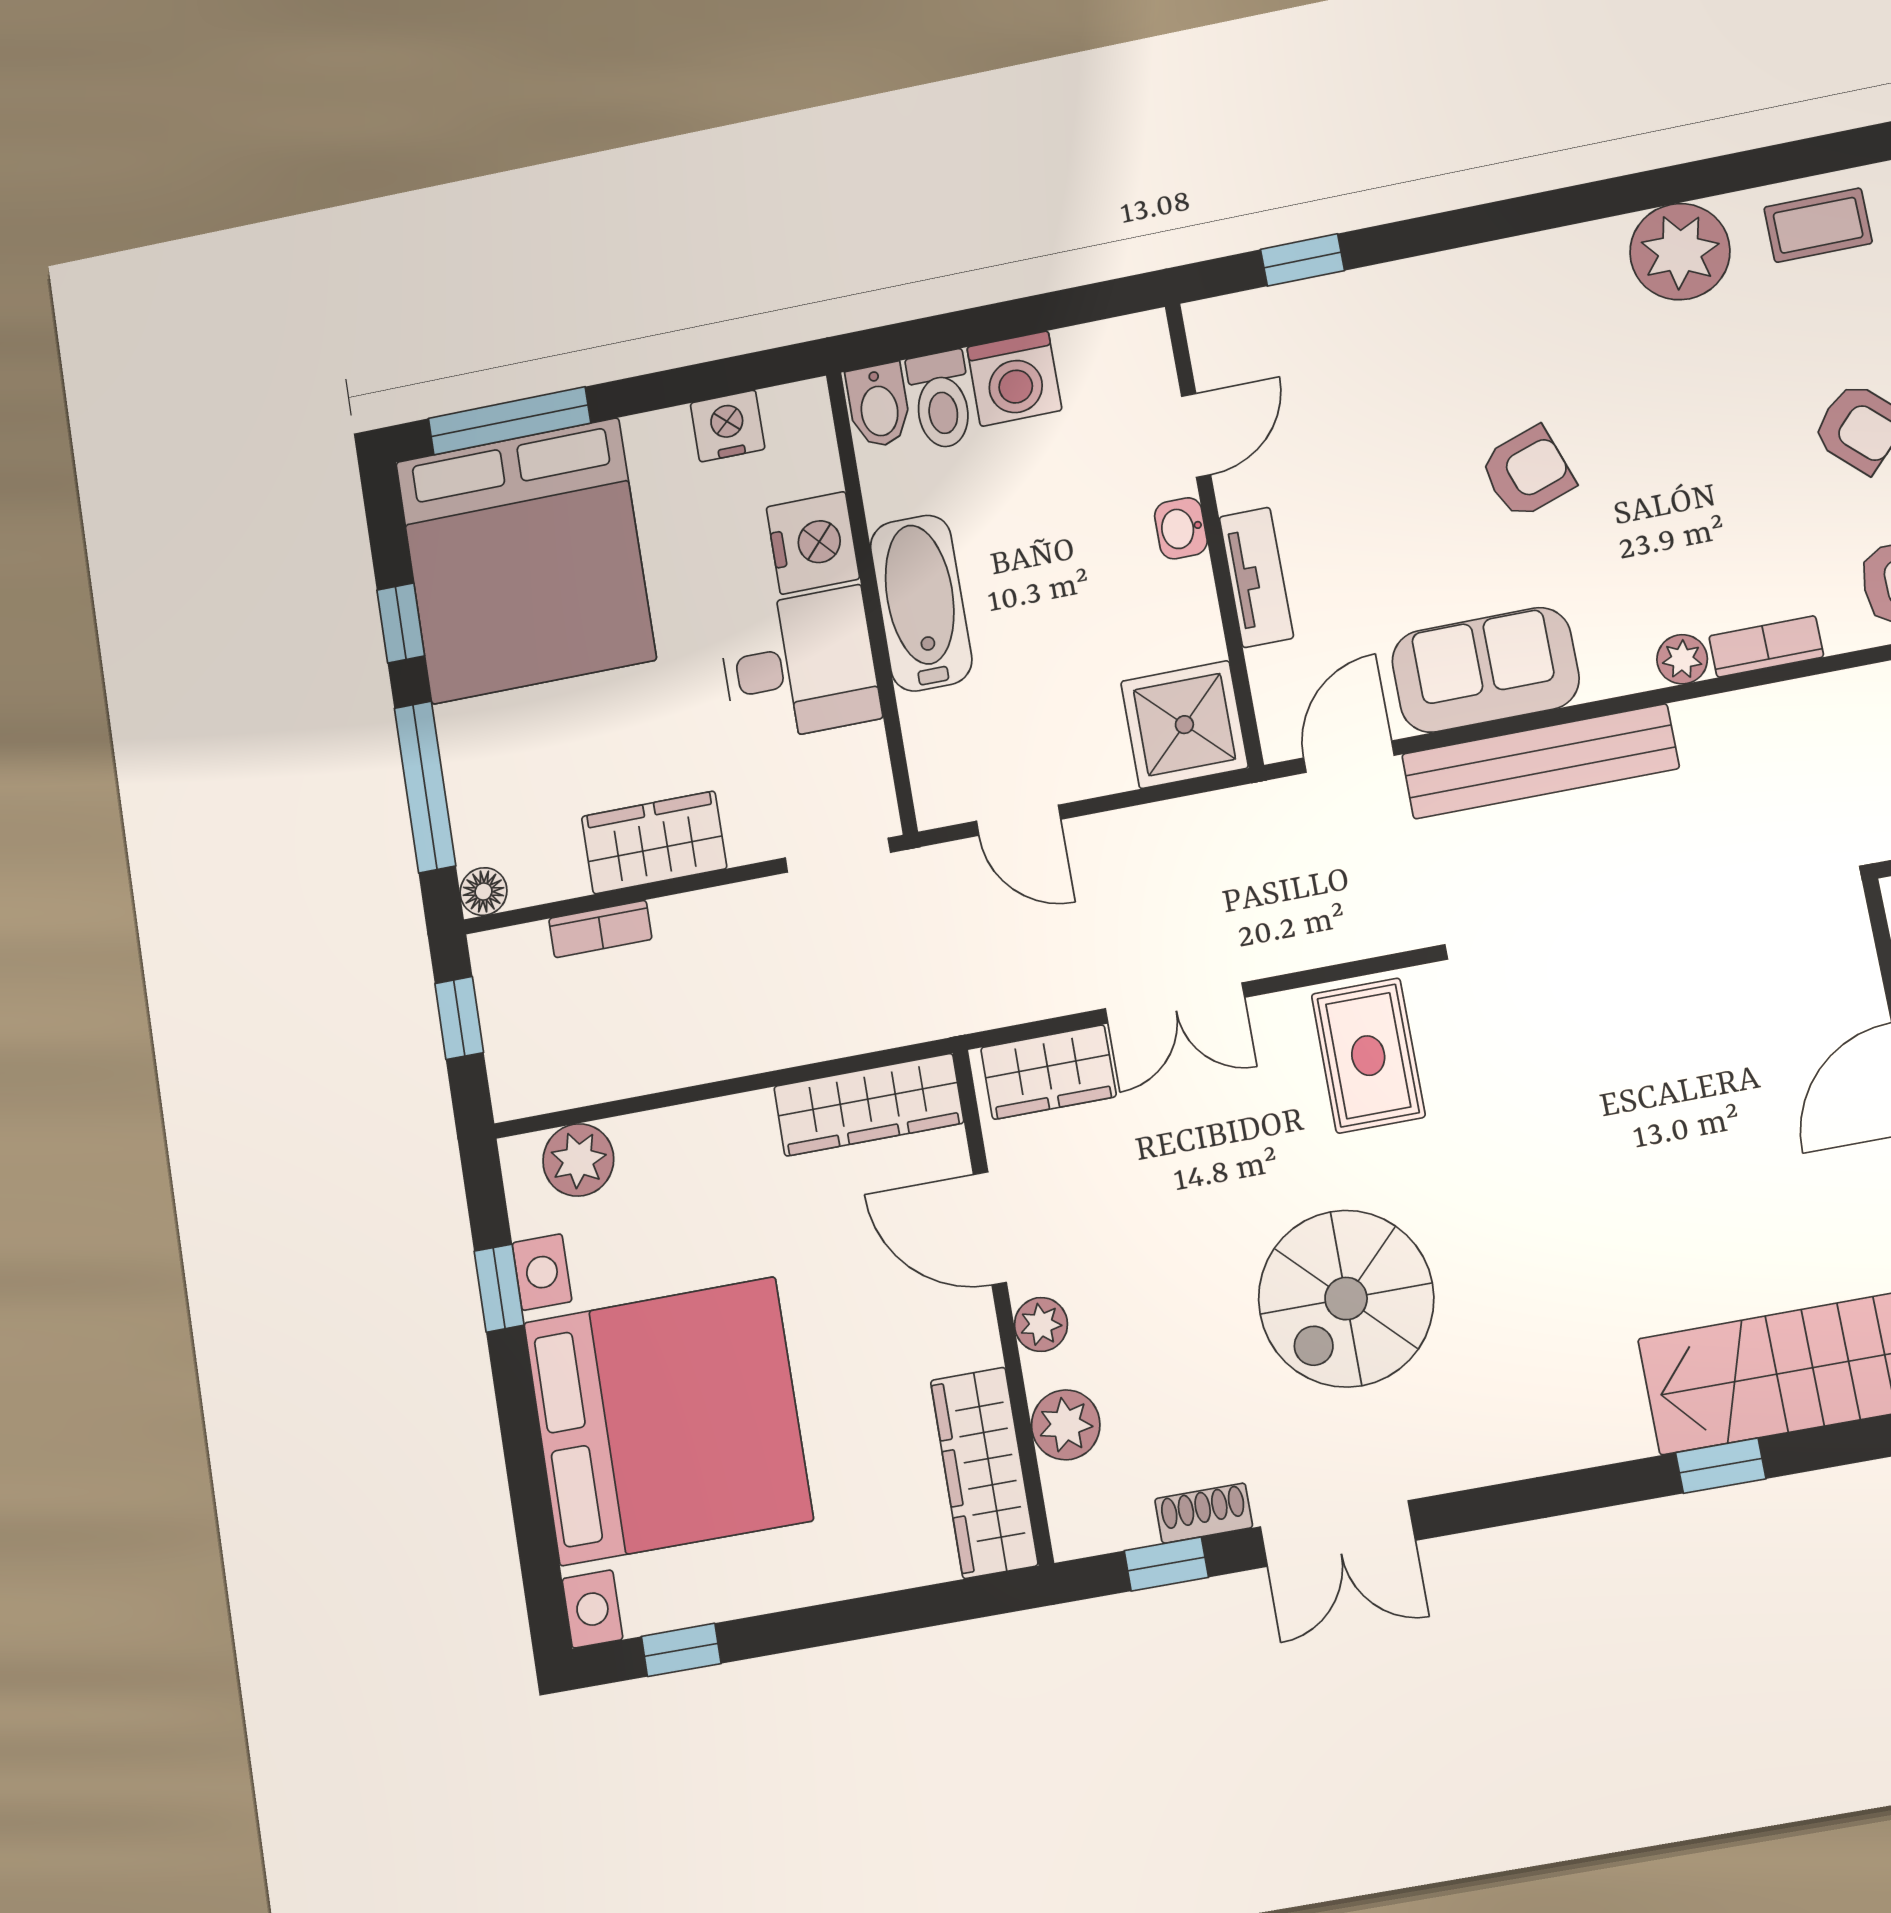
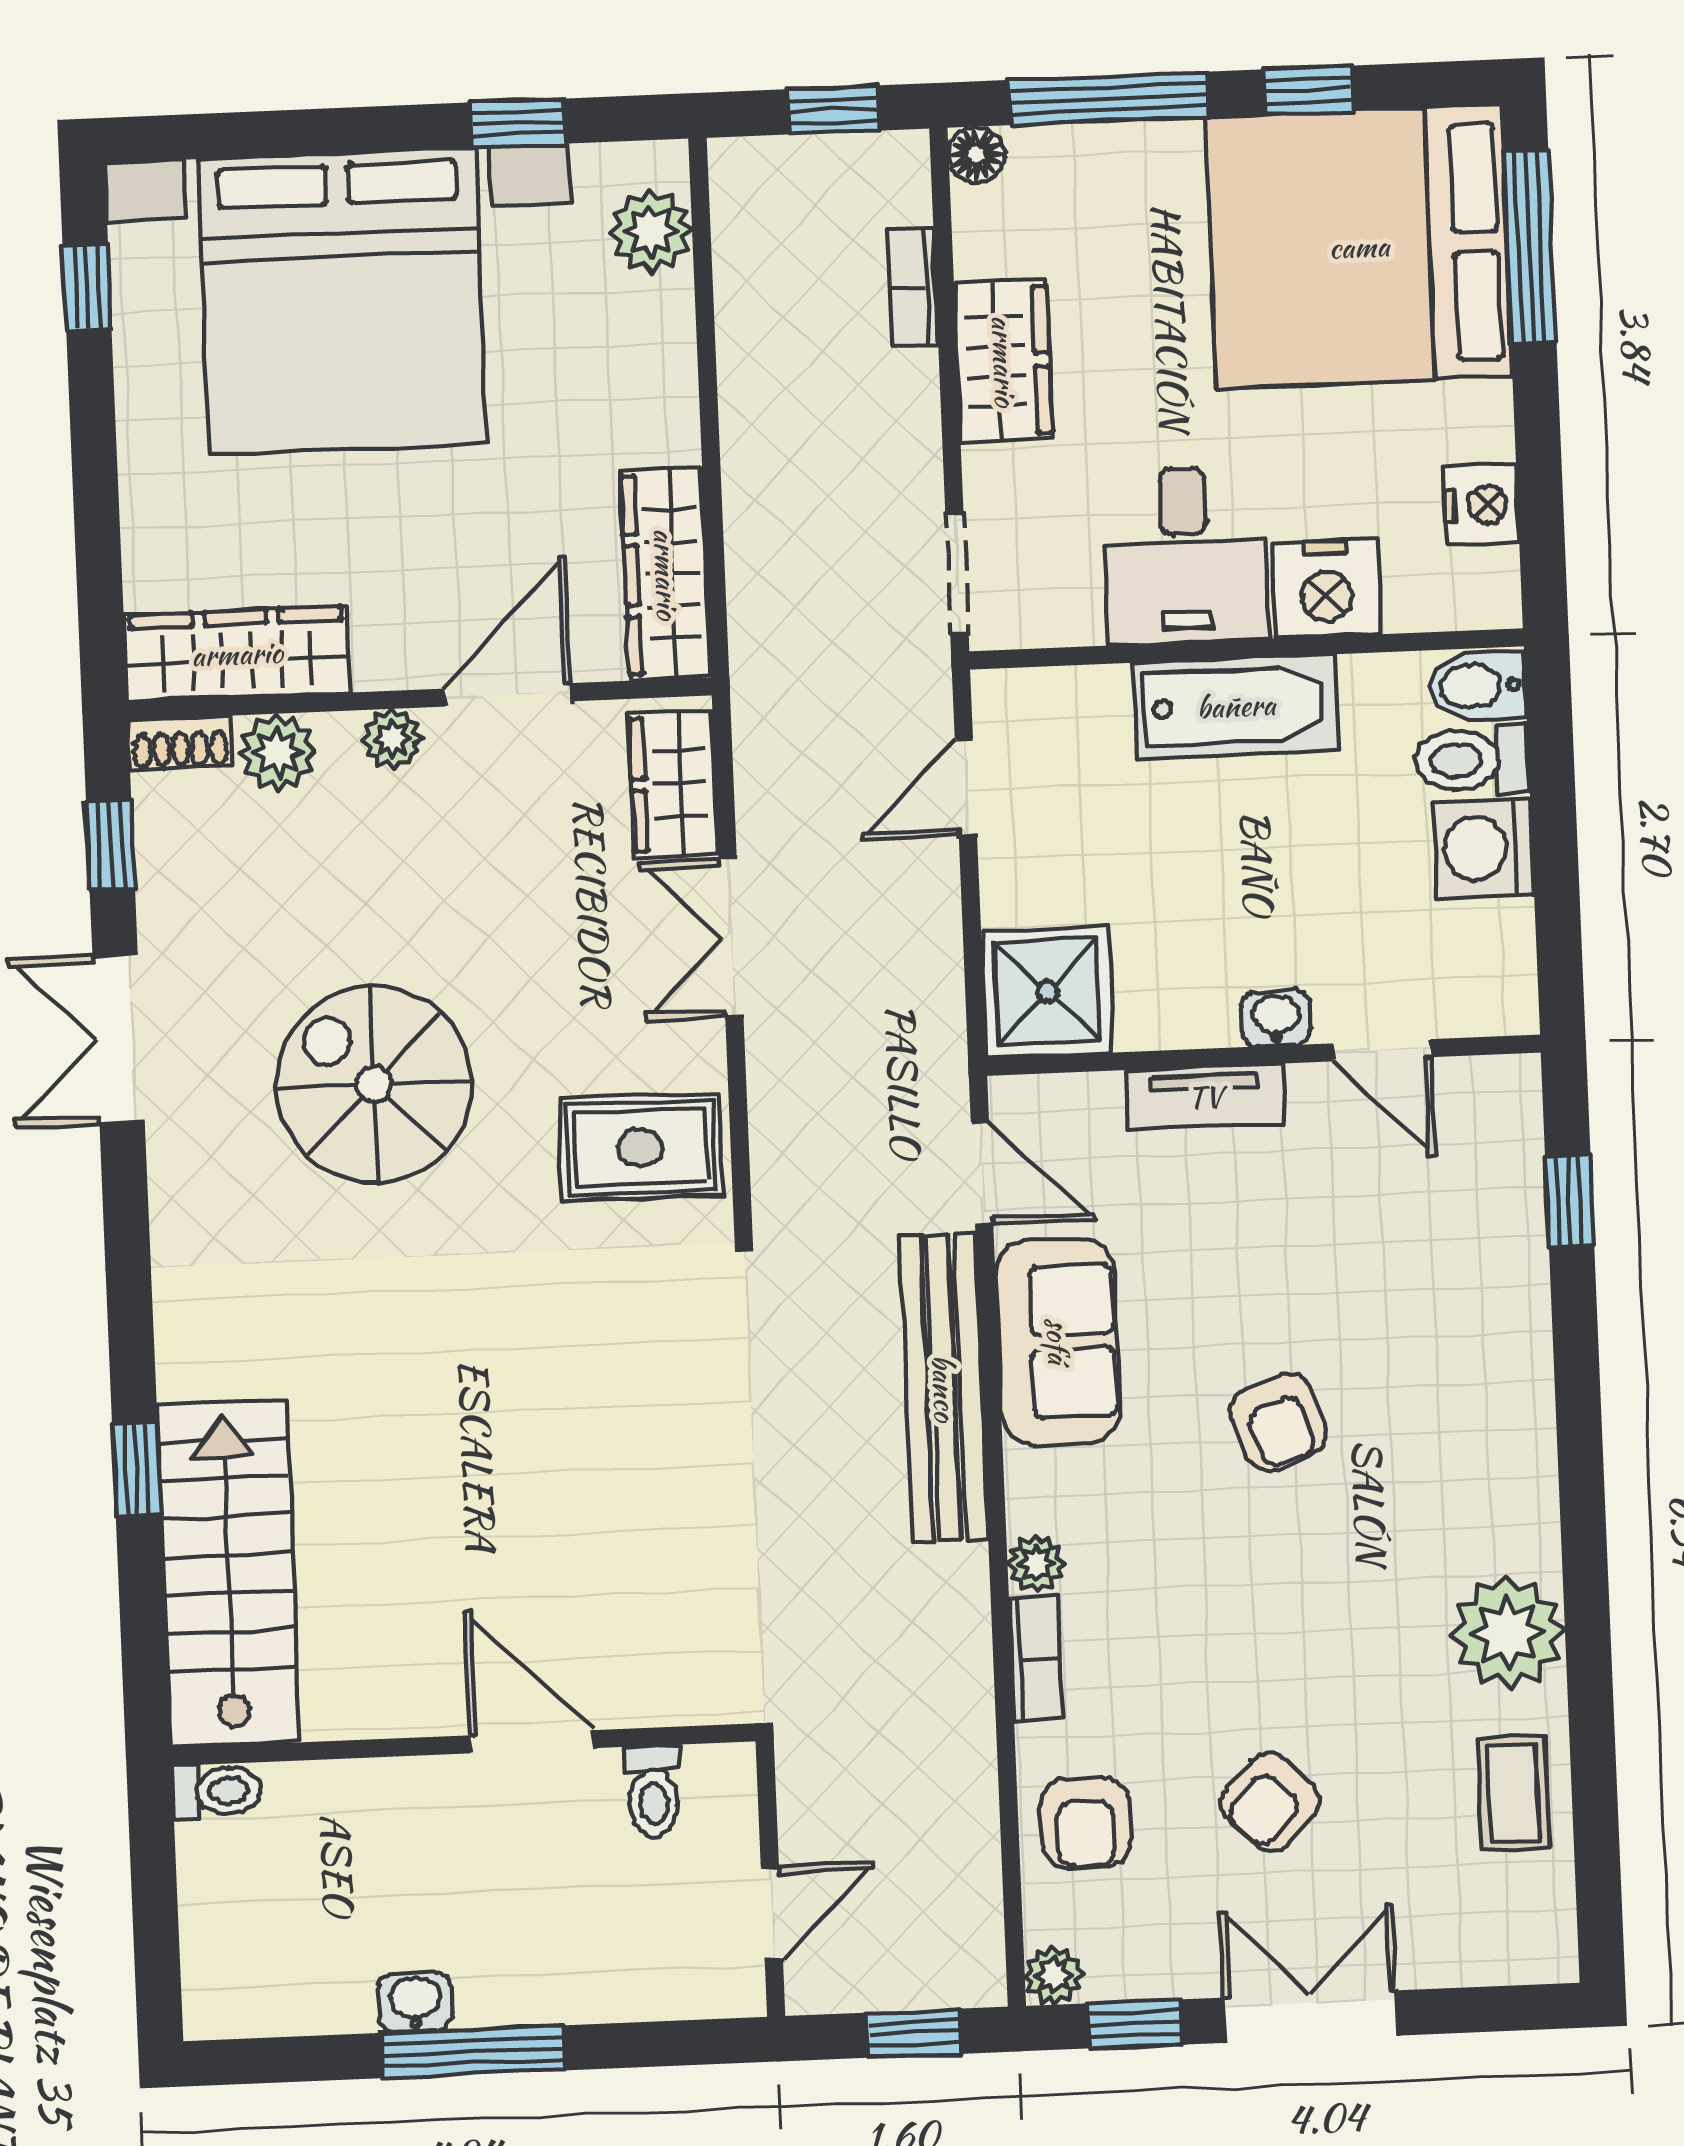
shoe rack: (1204, 1513) -> (181, 743), moved, turned 90

